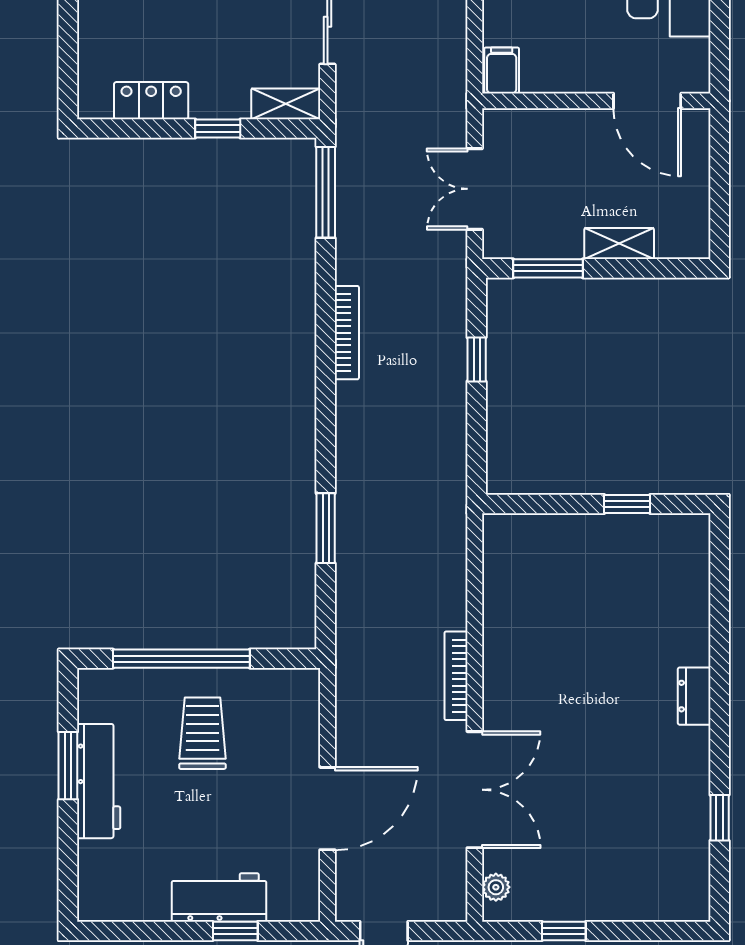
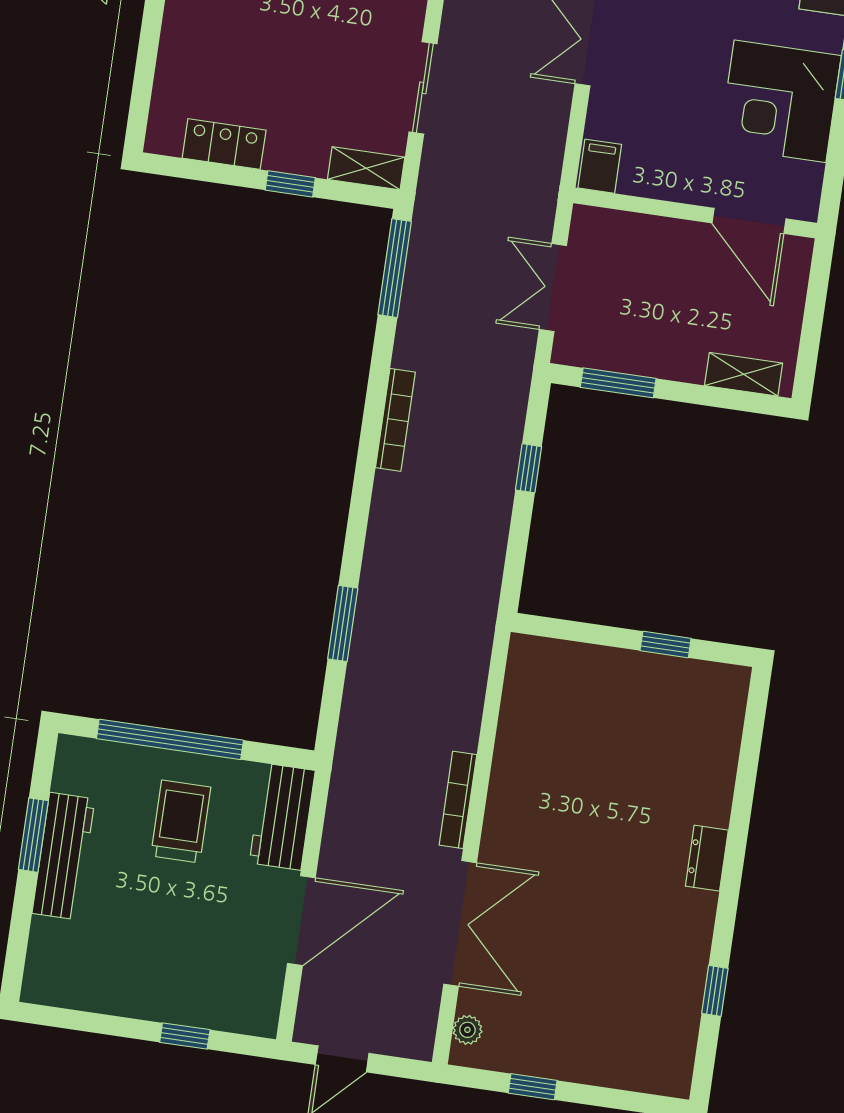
shelving: (619, 244) -> (744, 374), moved
workbench: (219, 897) -> (282, 817), moved, turned -90

